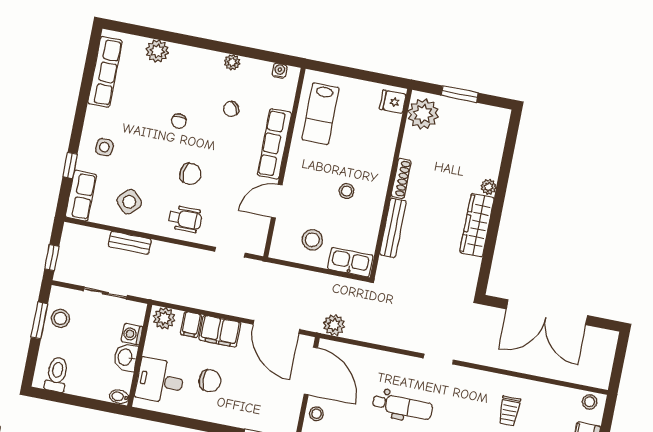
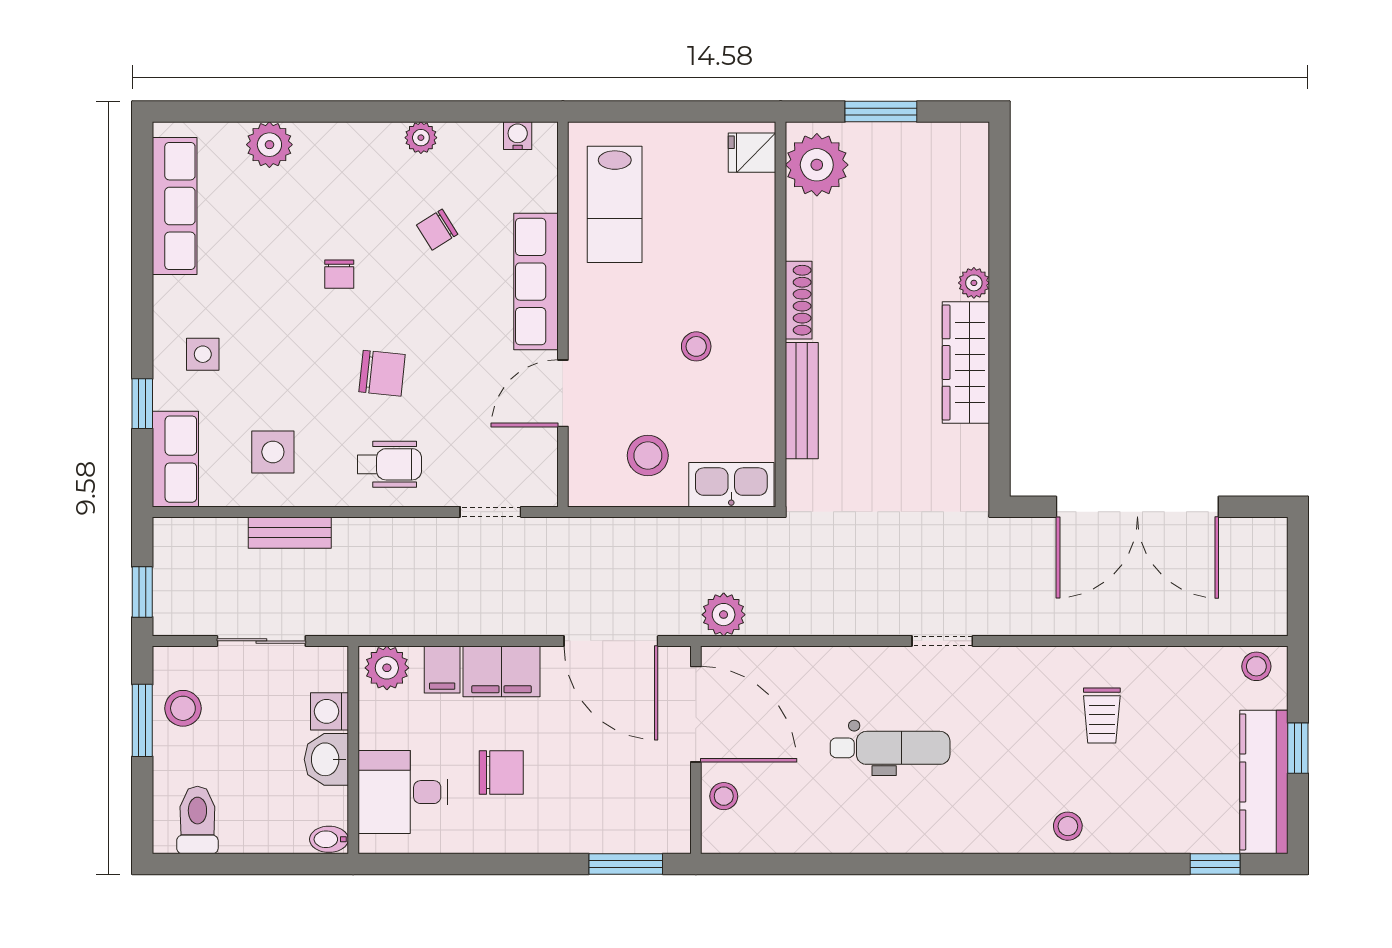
side table: (129, 202) -> (273, 452), turned 45

